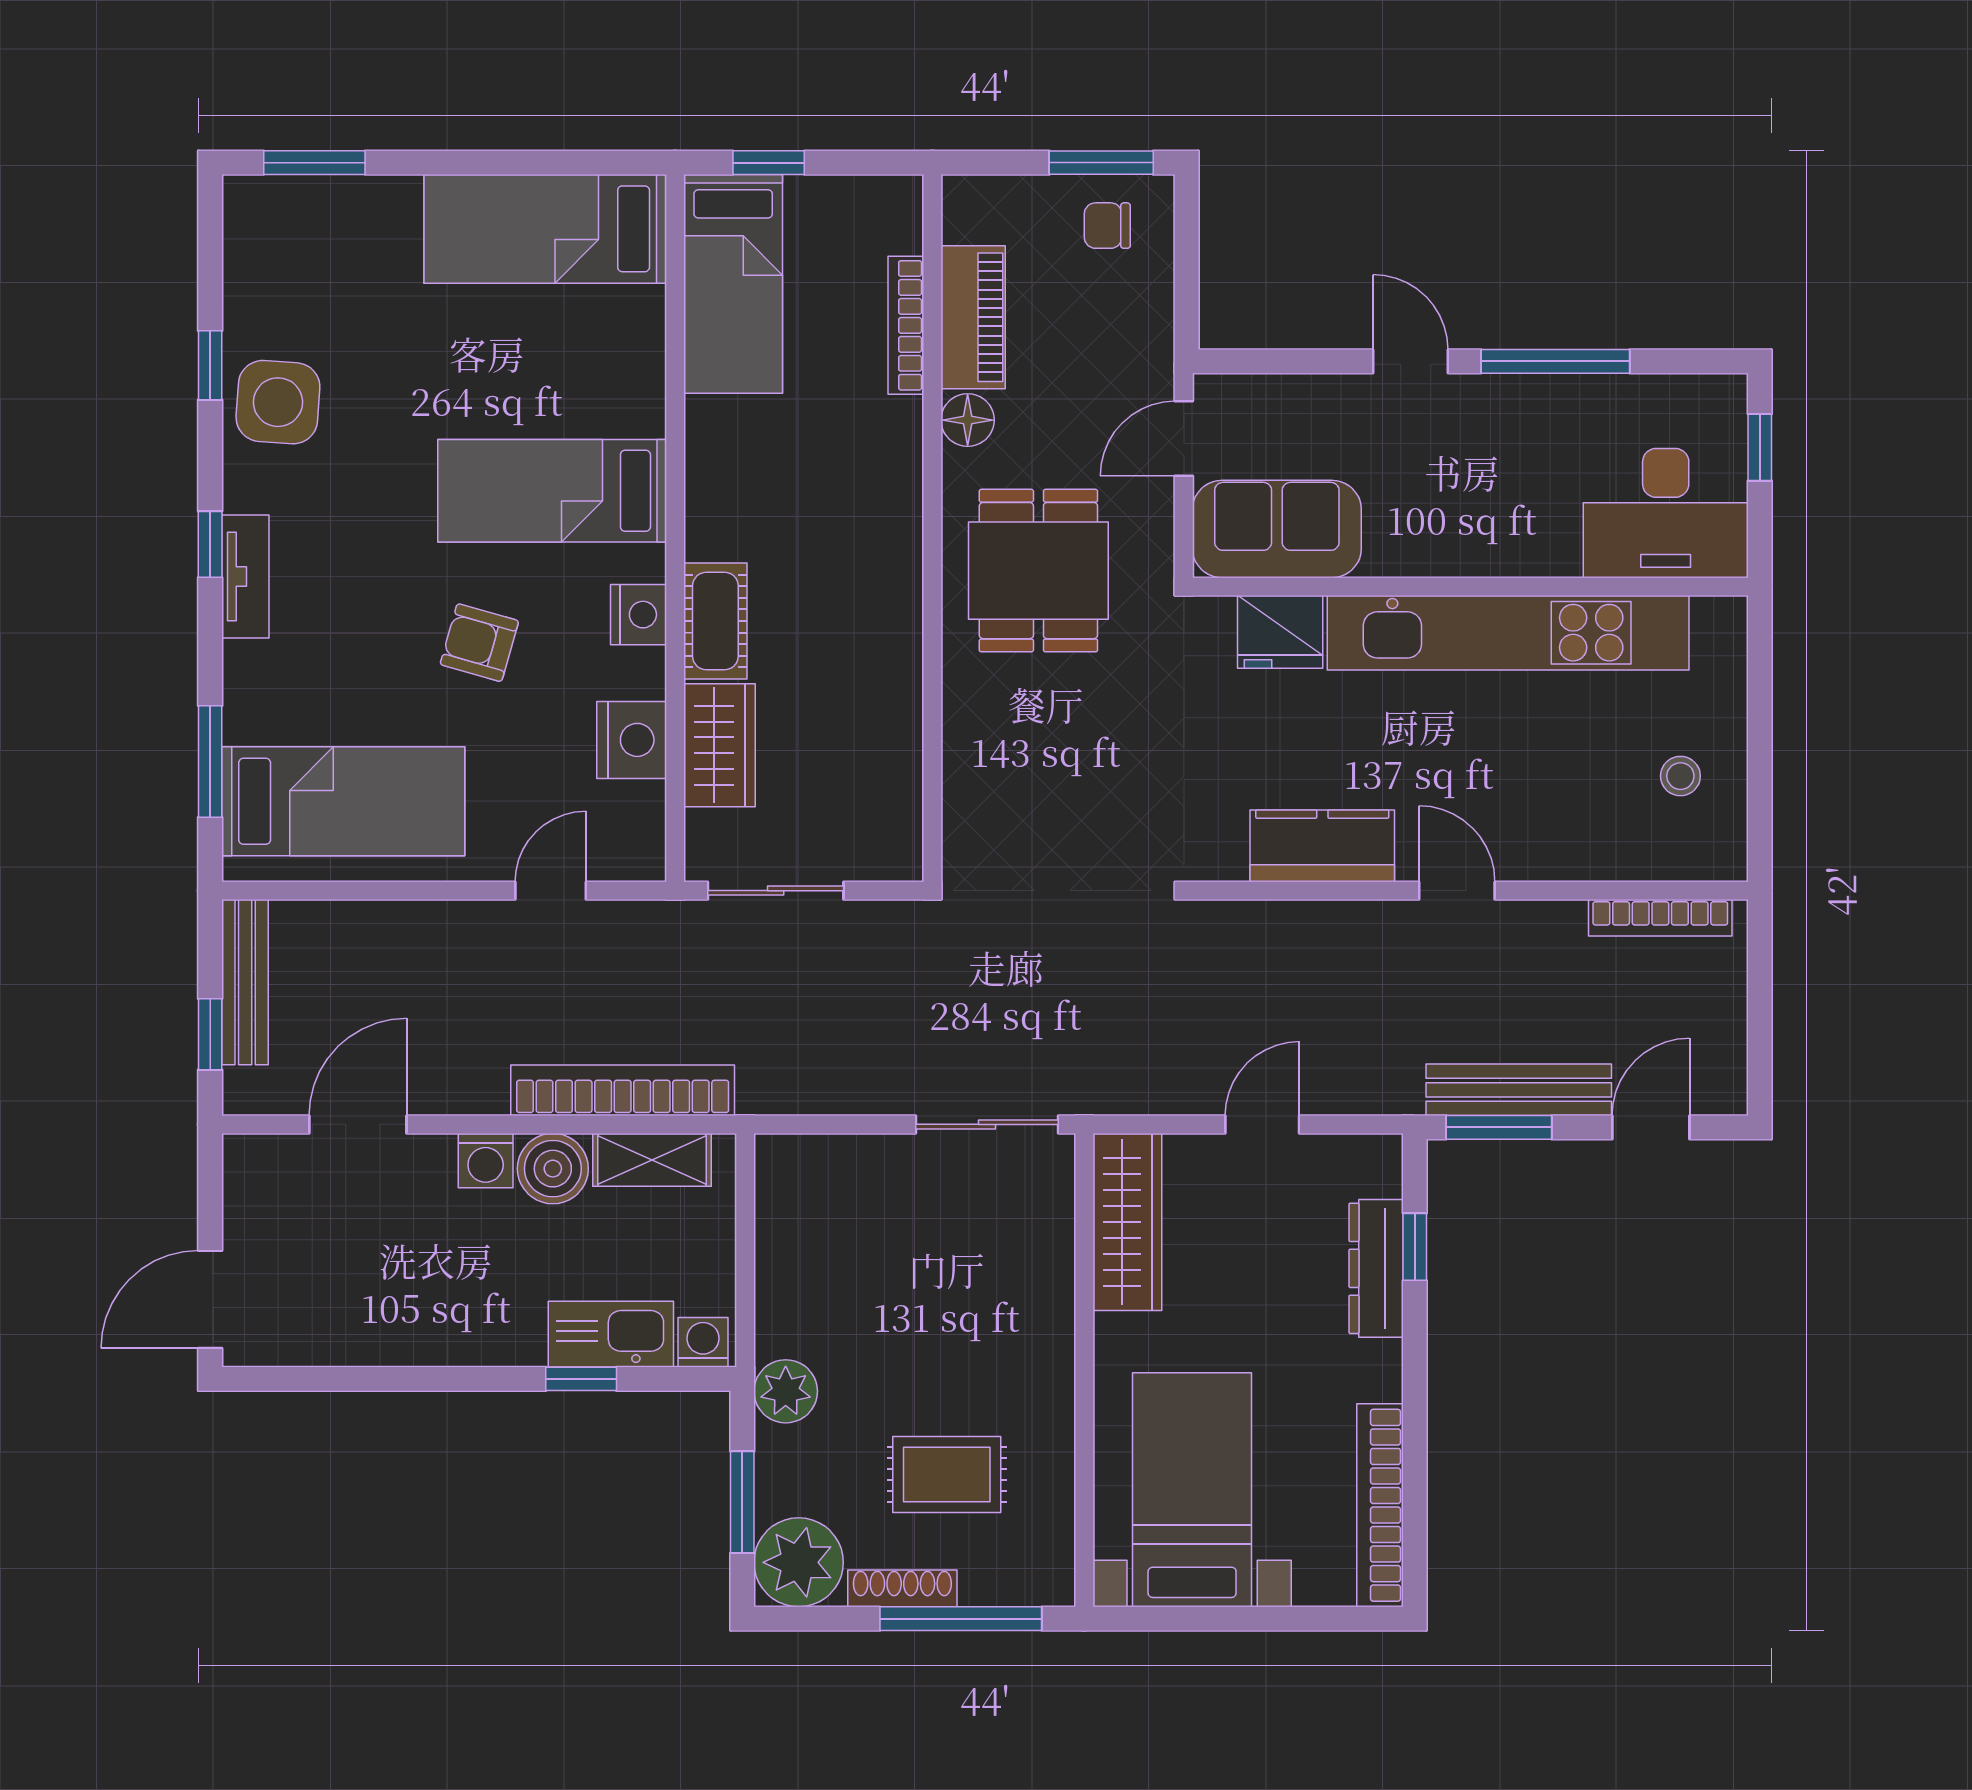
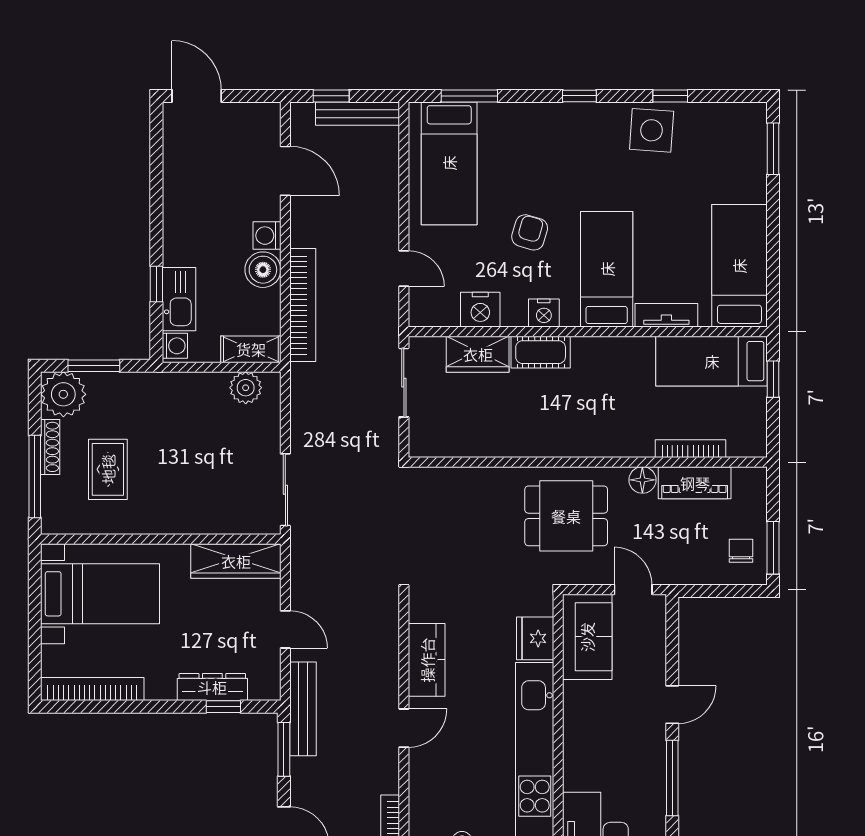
tv unit: (245, 576) -> (666, 315), moved, turned 180
bench: (1519, 1090) -> (303, 709), moved
shelving: (652, 1160) -> (251, 349), moved, turned 90
plant: (786, 1391) -> (246, 388), moved

